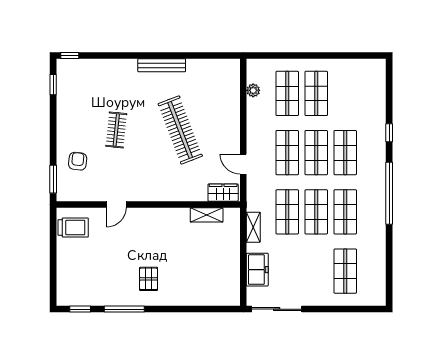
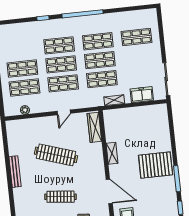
clothes rail: (116, 130) -> (61, 197), width x1.36
clothes rail: (180, 130) -> (56, 155), turned 39
door: (243, 164) -> (64, 112), moved
wardrobe: (223, 193) -> (94, 127), width x1.50
door: (116, 204) -> (109, 191), width x1.88
shelving: (207, 215) -> (112, 153), moved
pallet: (149, 279) -> (156, 165), width x2.05, depth x2.00

